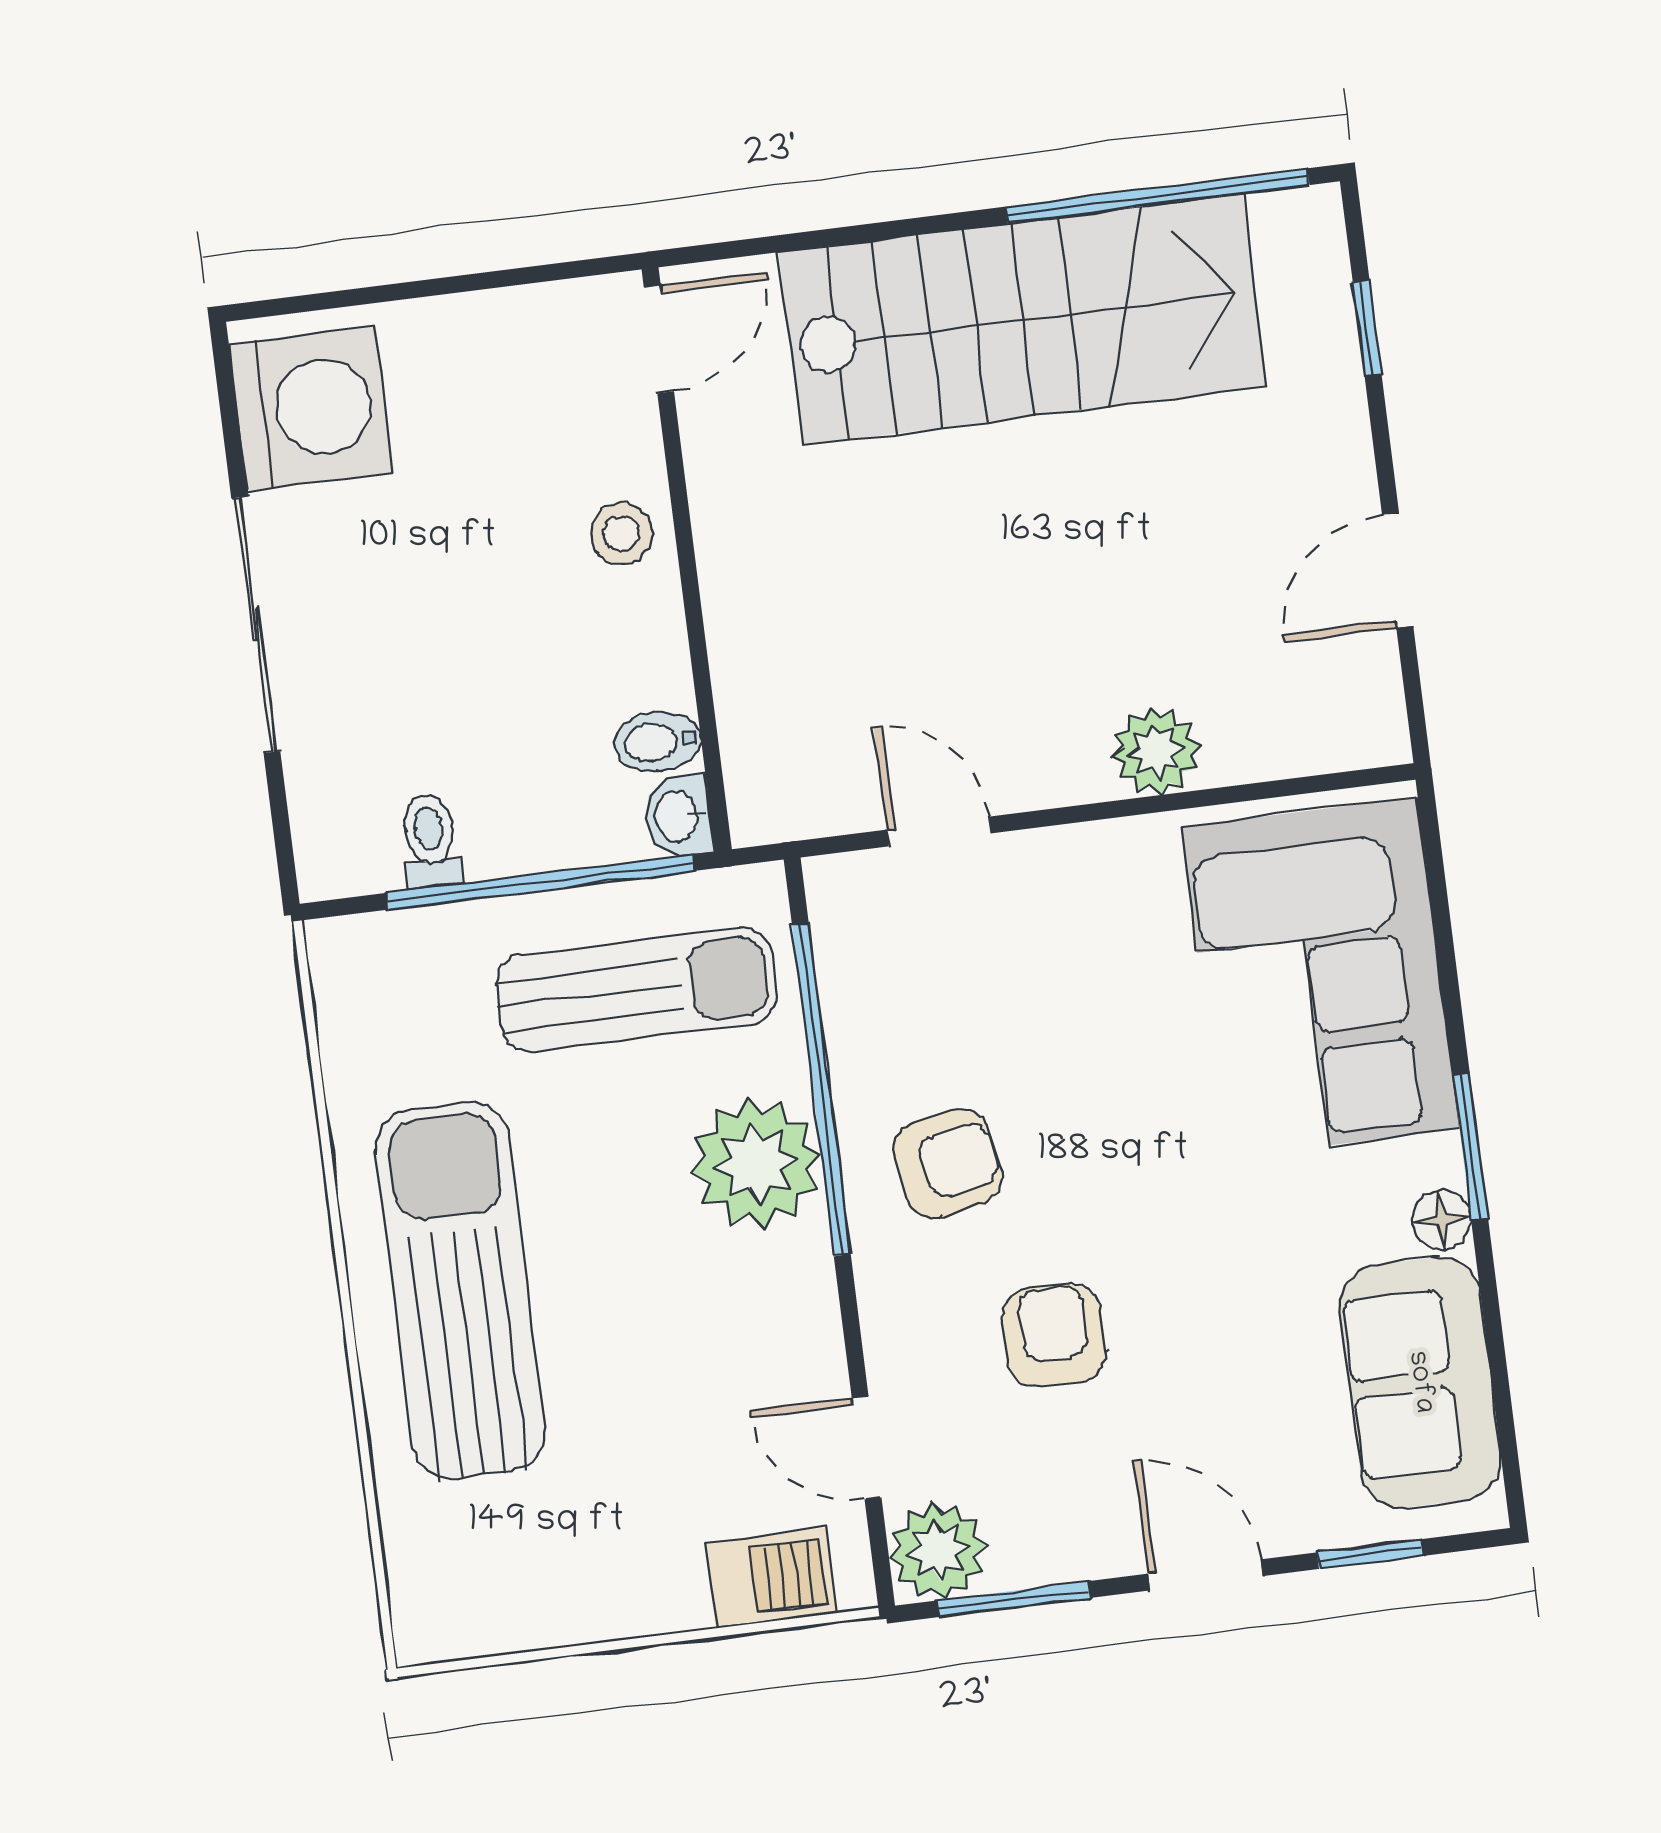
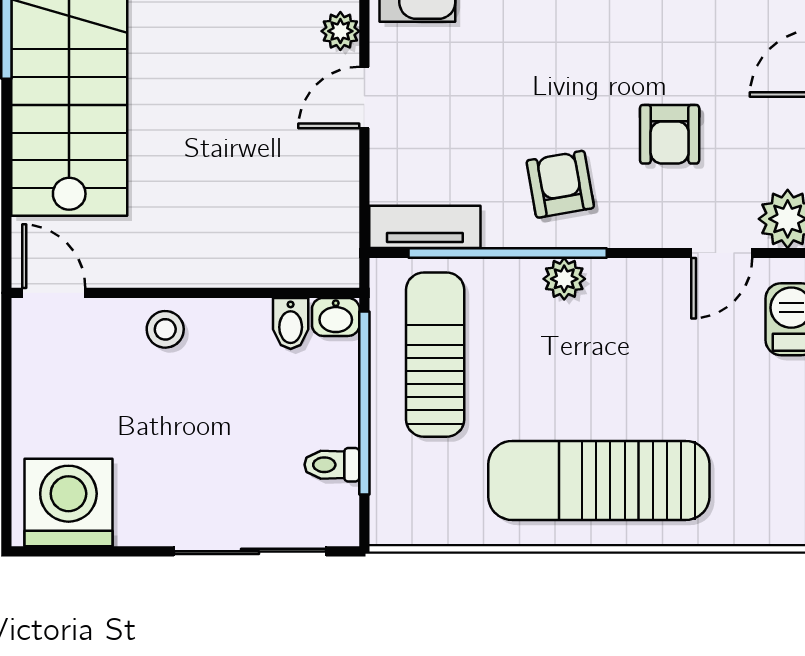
sliding door: (256, 625) -> (250, 551), moved
plant: (1156, 751) -> (340, 31), width x0.73, depth x0.73
door: (939, 832) -> (364, 98), moved
tv unit: (848, 946) -> (425, 227), added
plant: (756, 1163) -> (564, 279), width x0.53, depth x0.53
armchair: (1054, 1335) -> (670, 134), turned -90

